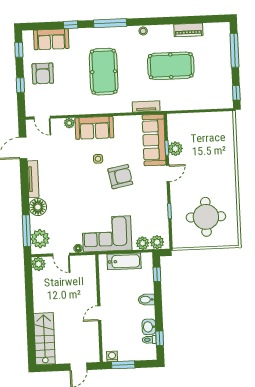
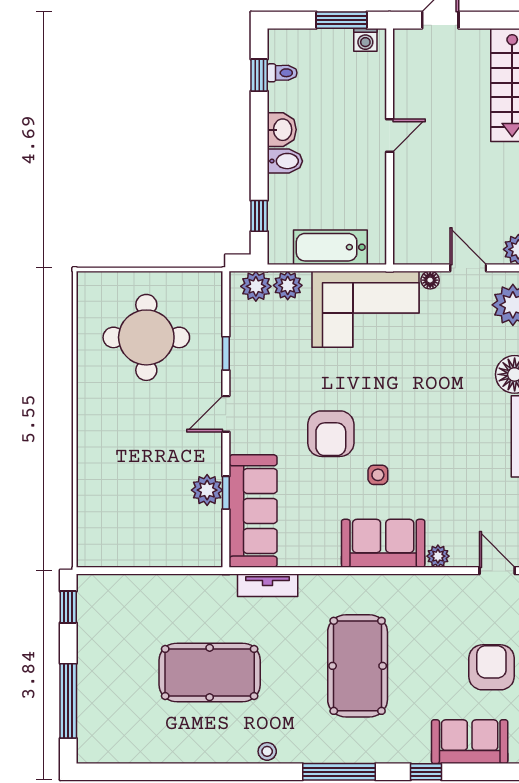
piano: (188, 30) -> (168, 750), removed
door: (168, 173) -> (226, 414), moved
armchair: (120, 177) -> (331, 434), turned -79
washbasin: (149, 327) -> (282, 130), moved

